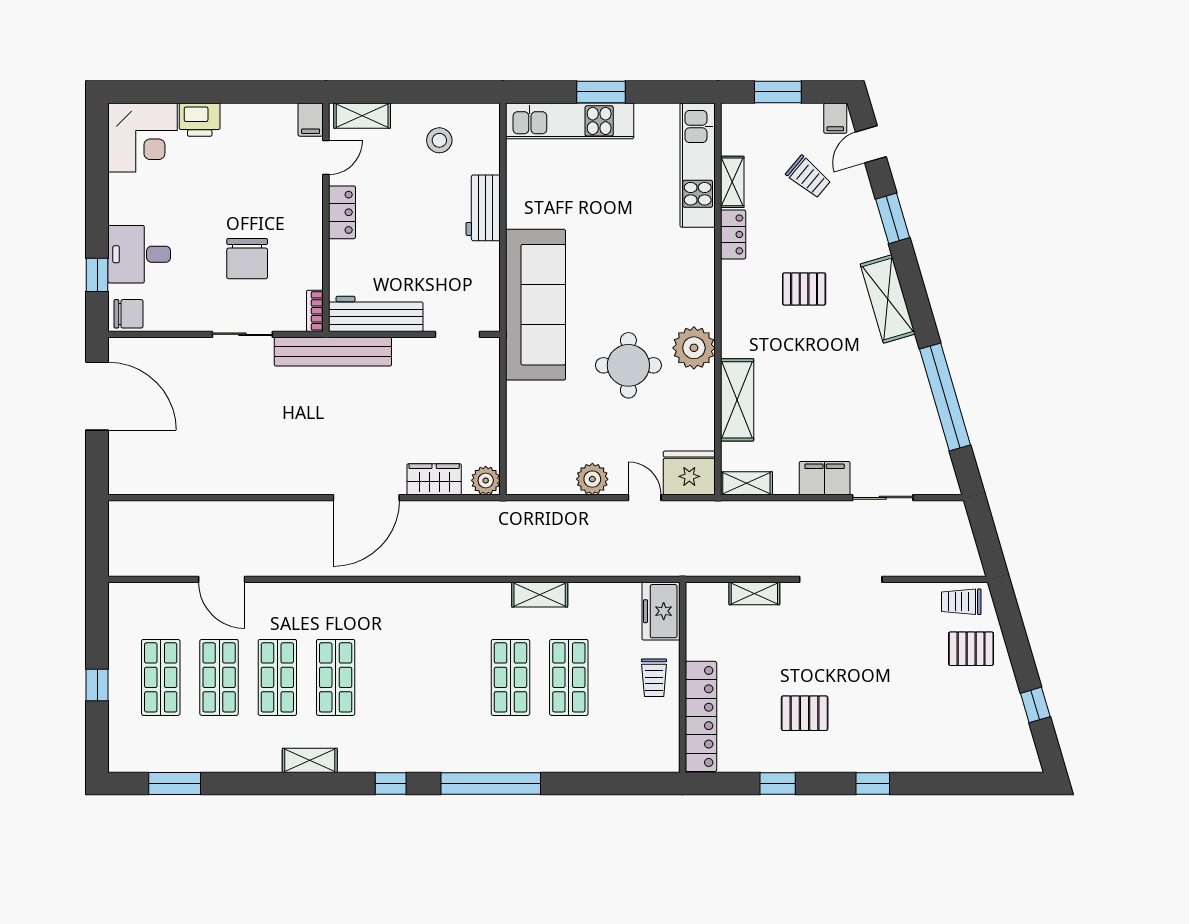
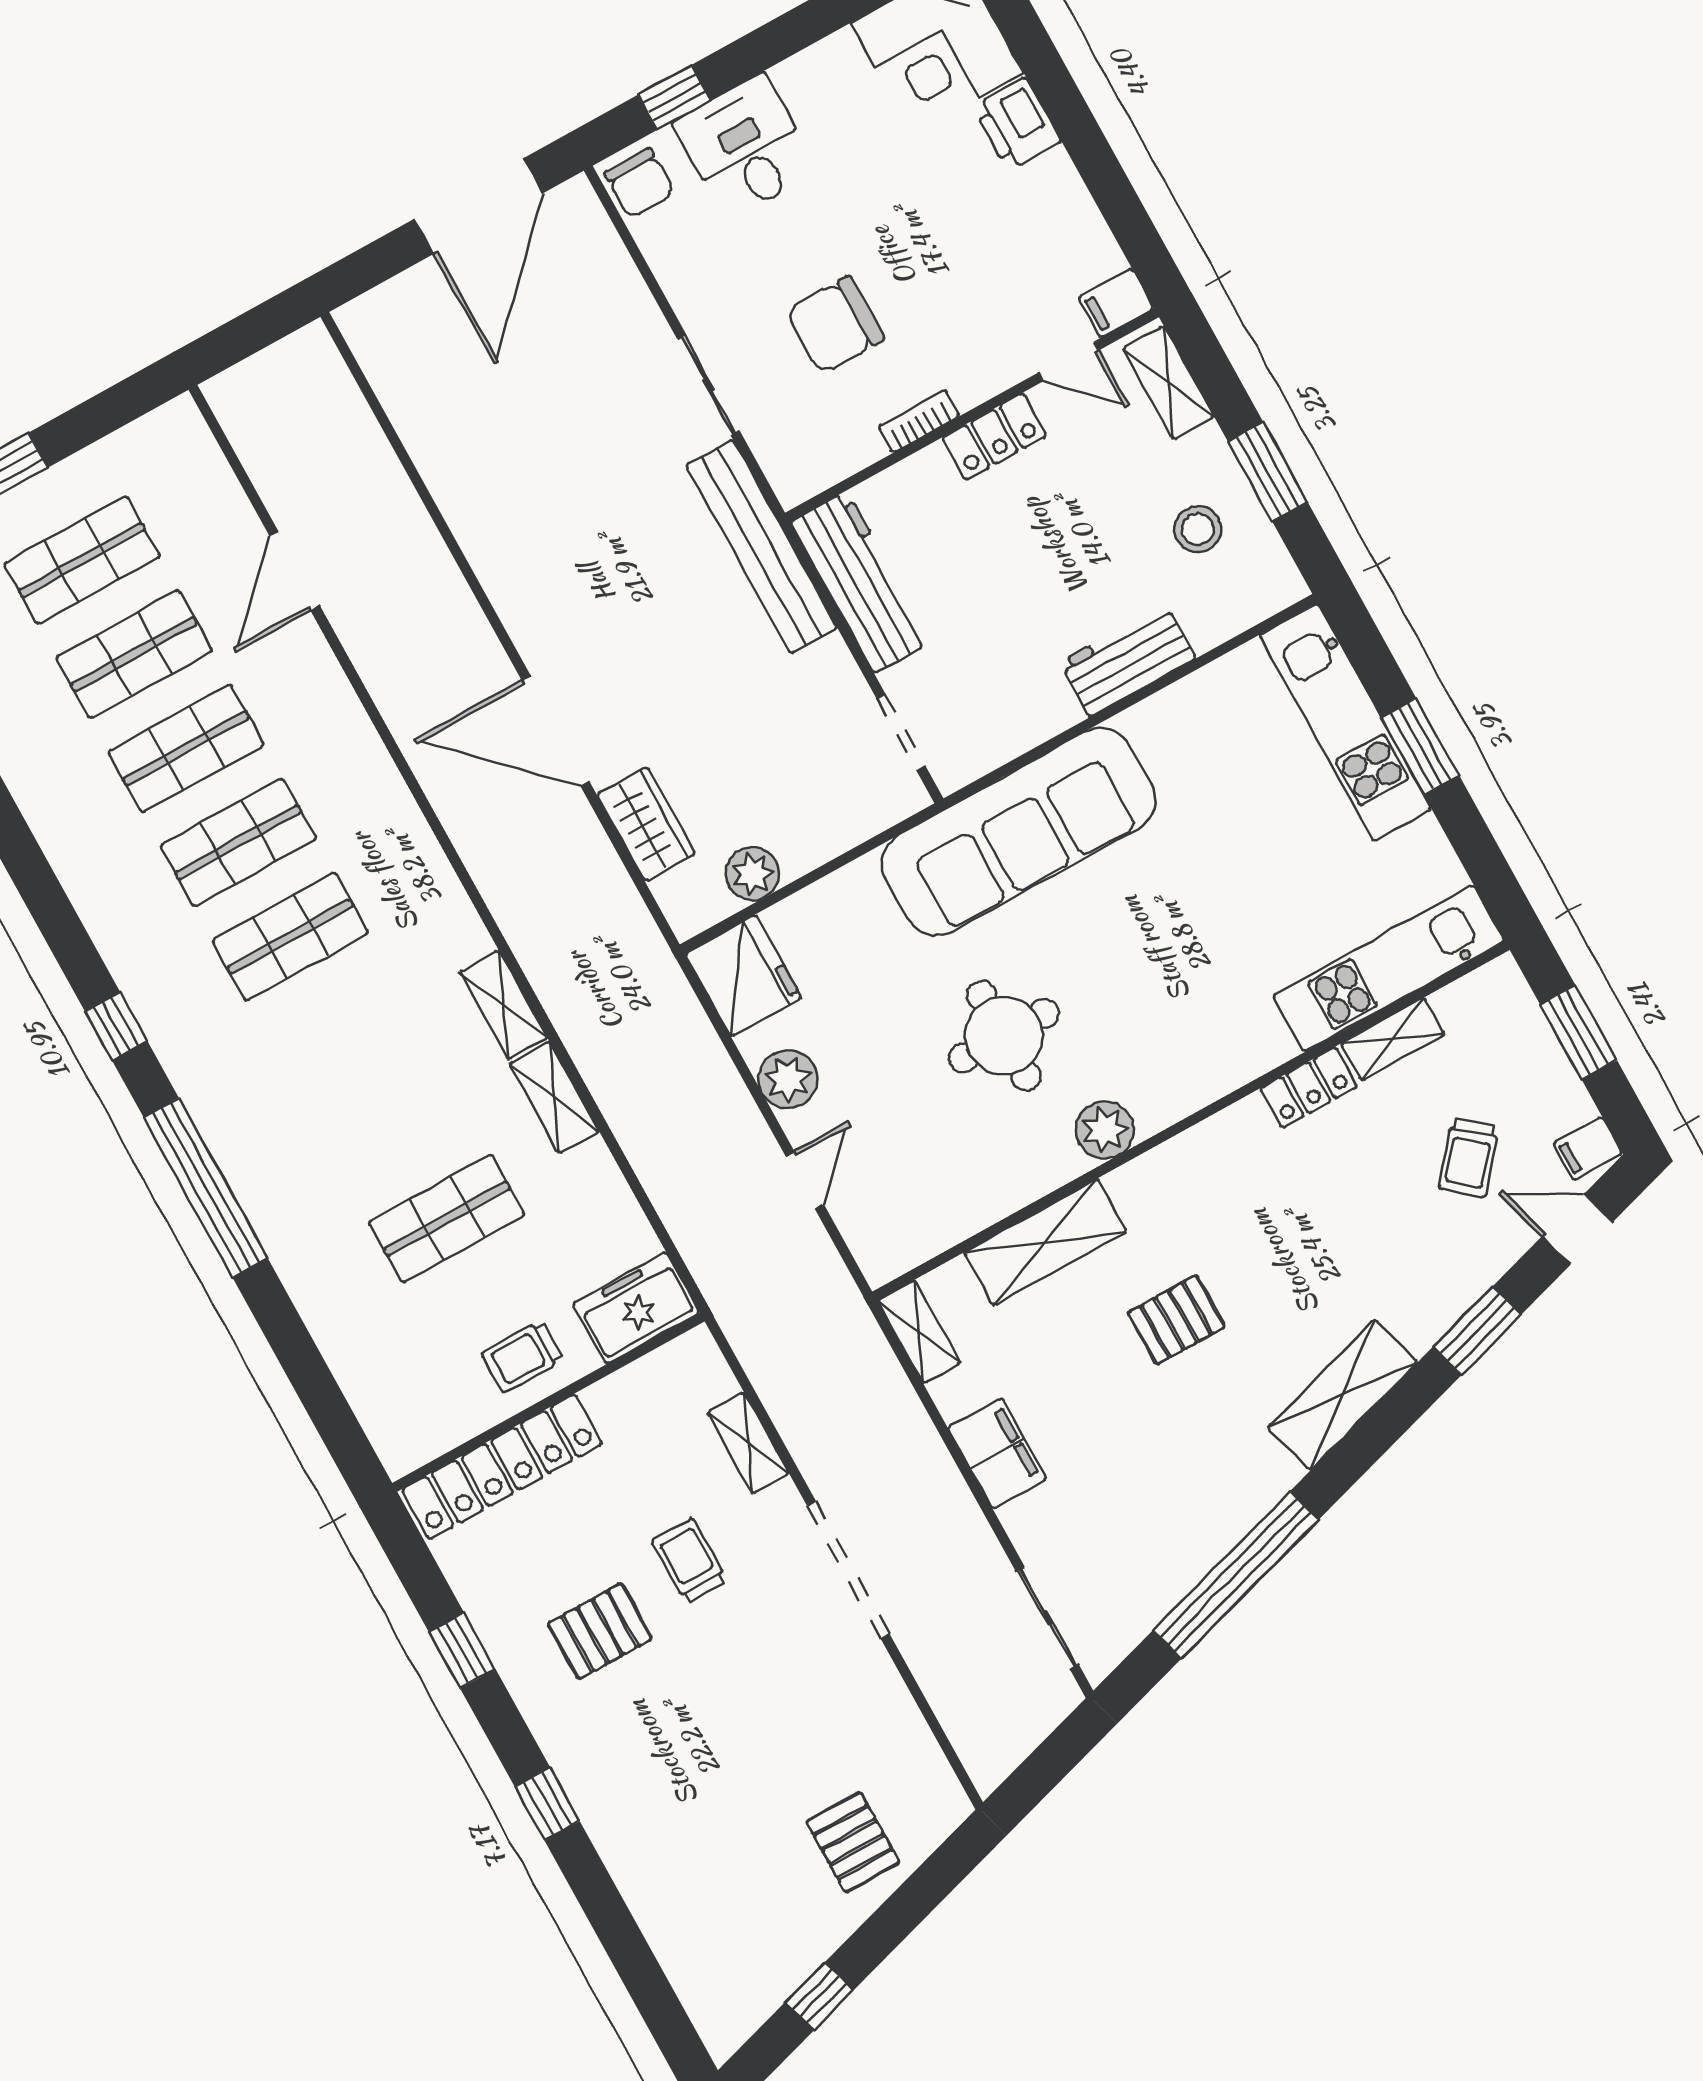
window: (430, 92) -> (1268, 472), added
pallet: (804, 289) -> (1176, 1320), moved, turned 90
bookcase: (315, 311) -> (919, 421), moved
plant: (694, 348) -> (1105, 1130), width x0.73, depth x0.73
fridge: (689, 473) -> (743, 976), moved
plant: (486, 480) -> (753, 874), moved
sliding door: (883, 498) -> (1047, 1618), moved
trolley: (961, 602) -> (689, 1561), moved
shop shelf: (510, 677) -> (290, 936), moved
pallet: (805, 713) -> (600, 1631), turned 90
shelving: (310, 760) -> (503, 1005), moved

